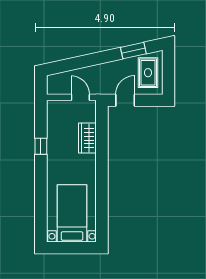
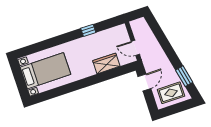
door: (80, 97) -> (135, 48), swing flipped
door: (125, 100) -> (144, 82), hinge flipped

